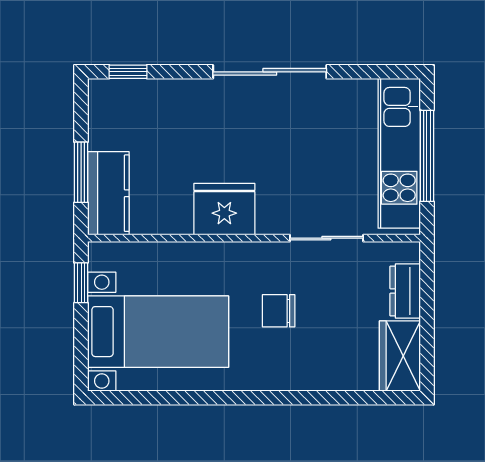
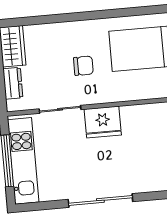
fridge: (224, 209) -> (103, 122), moved

